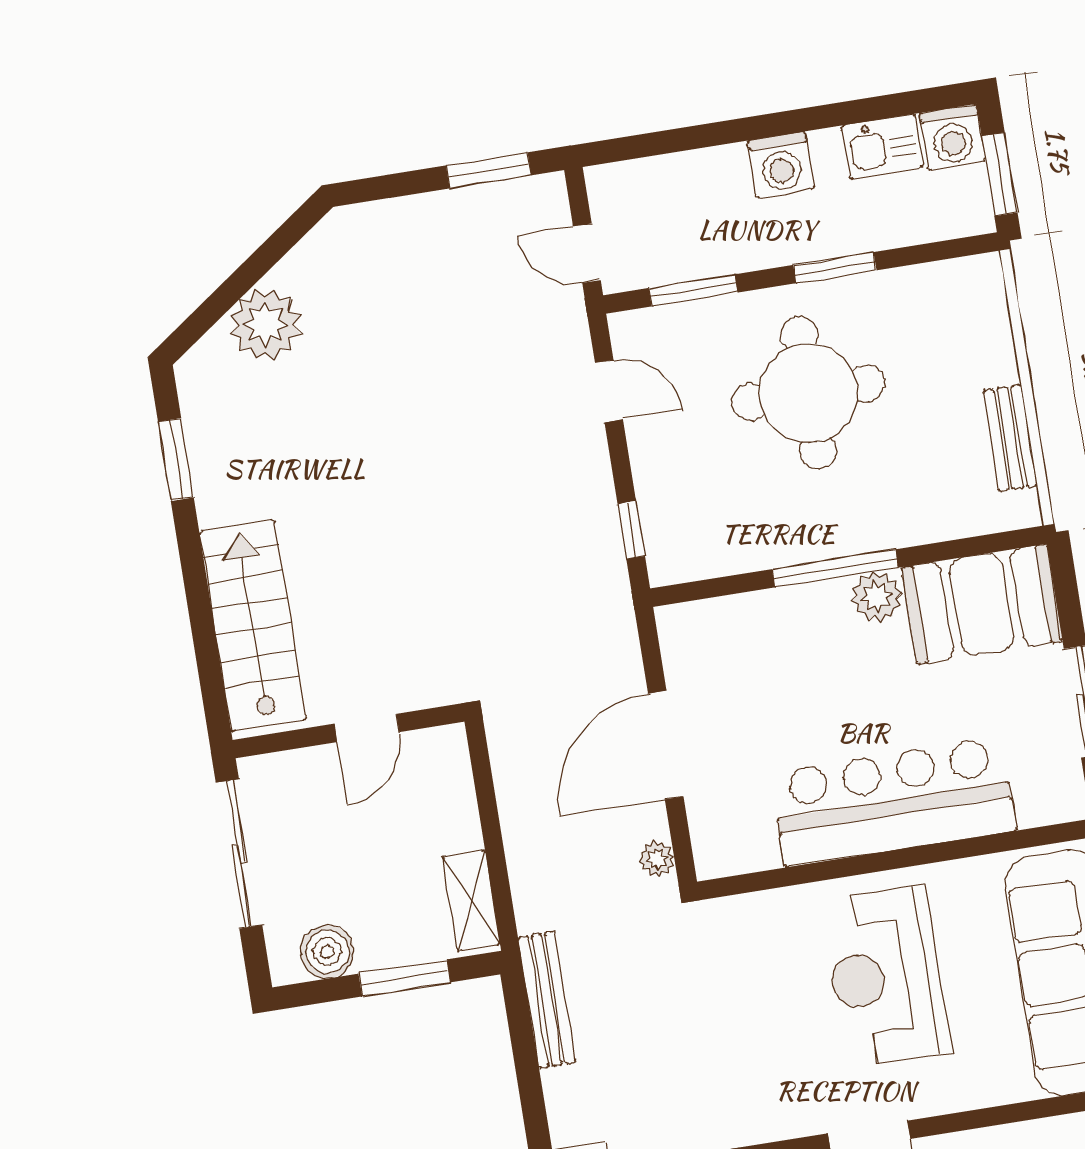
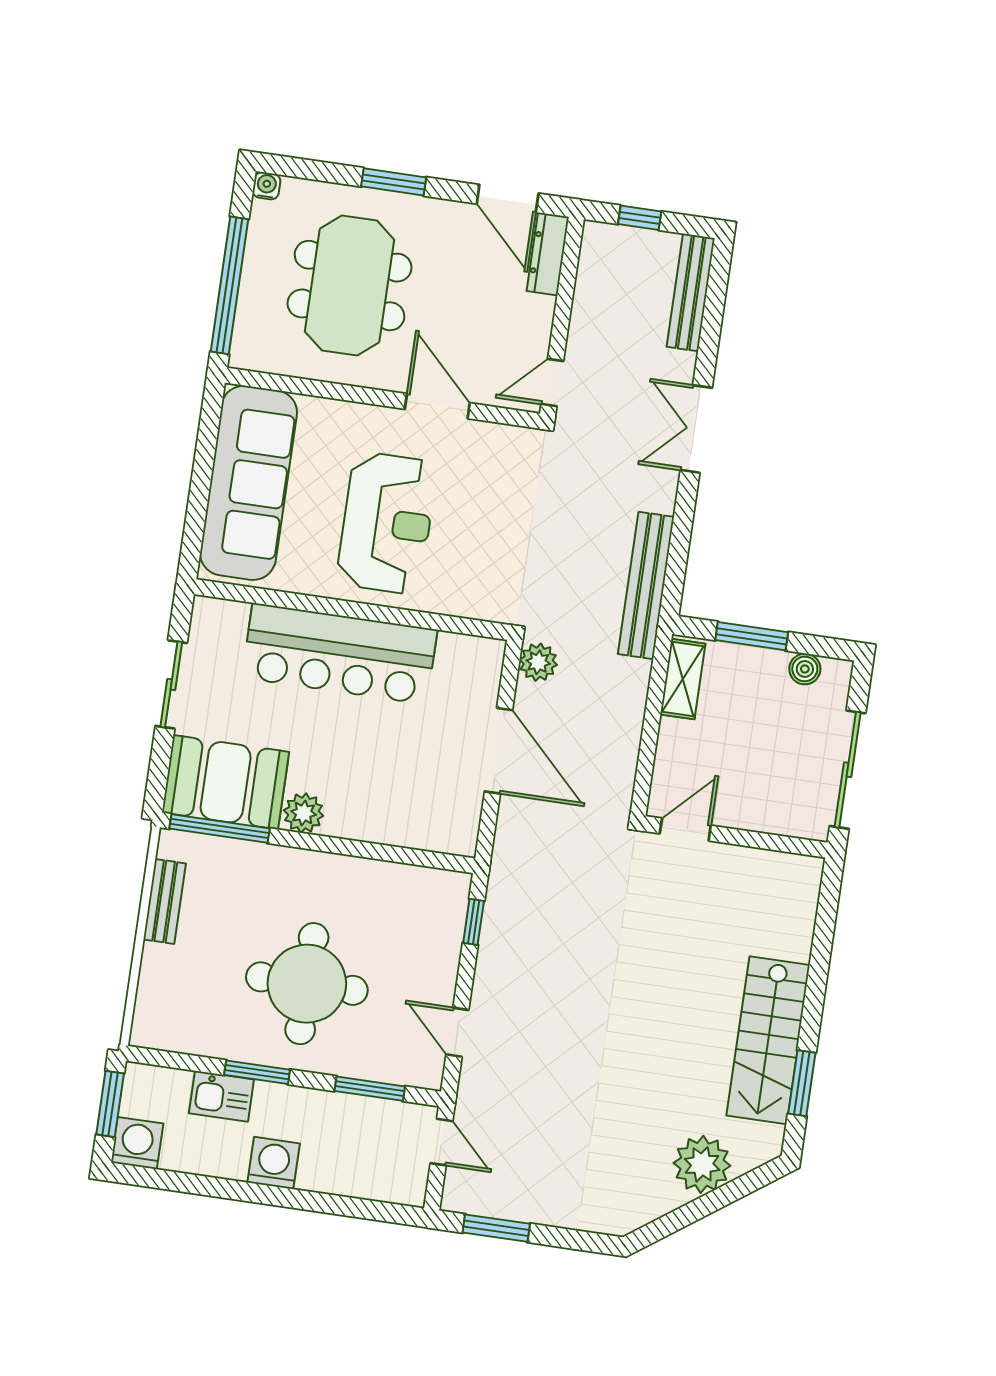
kitchen sink: (883, 146) -> (221, 1096), moved, turned 180
window: (835, 568) -> (220, 829), moved
stairs: (253, 625) -> (768, 1040), moved
door: (367, 728) -> (685, 829), moved
door: (666, 745) -> (499, 751), hinge flipped
plant: (657, 859) -> (538, 662), width x1.38, depth x1.38
boiler: (327, 952) -> (805, 669), width x0.73, depth x0.73
bench: (547, 1000) -> (646, 585), width x1.37, depth x1.21

